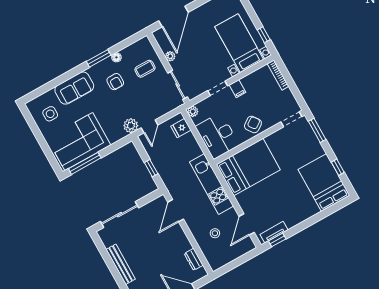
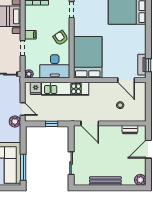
kitchen unit: (211, 184) -> (65, 89), moved
sliding door: (119, 215) -> (71, 163), width x0.73

